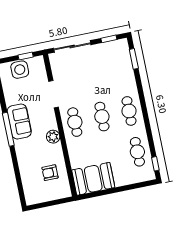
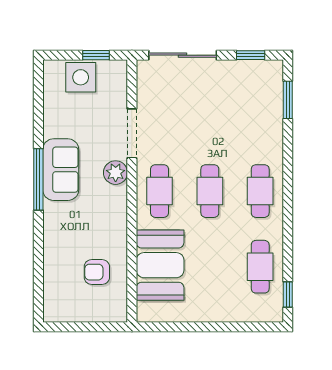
plant: (53, 137) -> (116, 173), moved
booth: (93, 179) -> (160, 265), moved, turned 90

